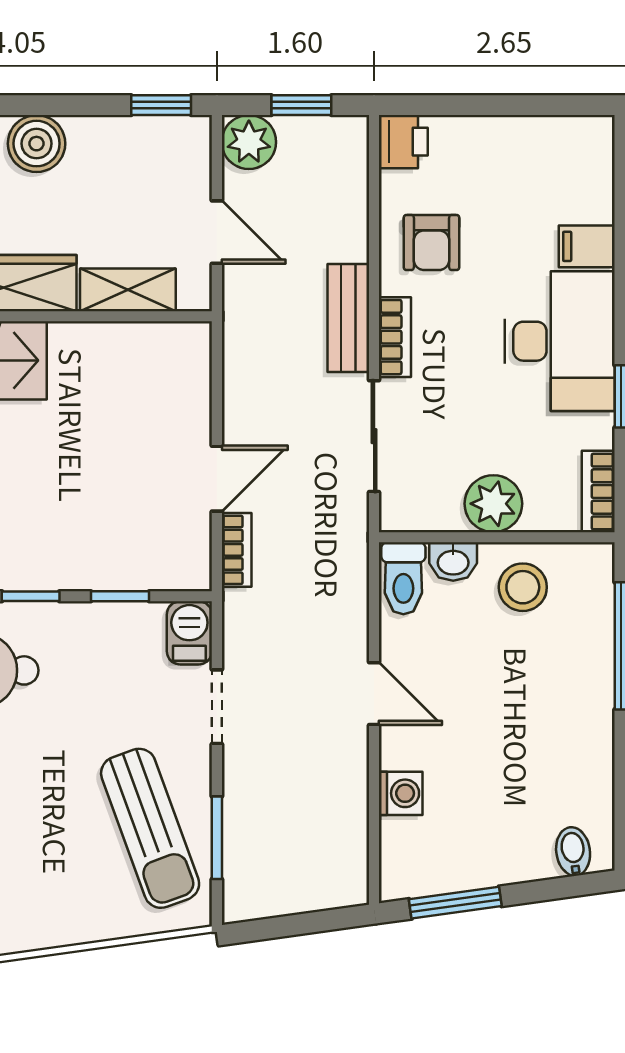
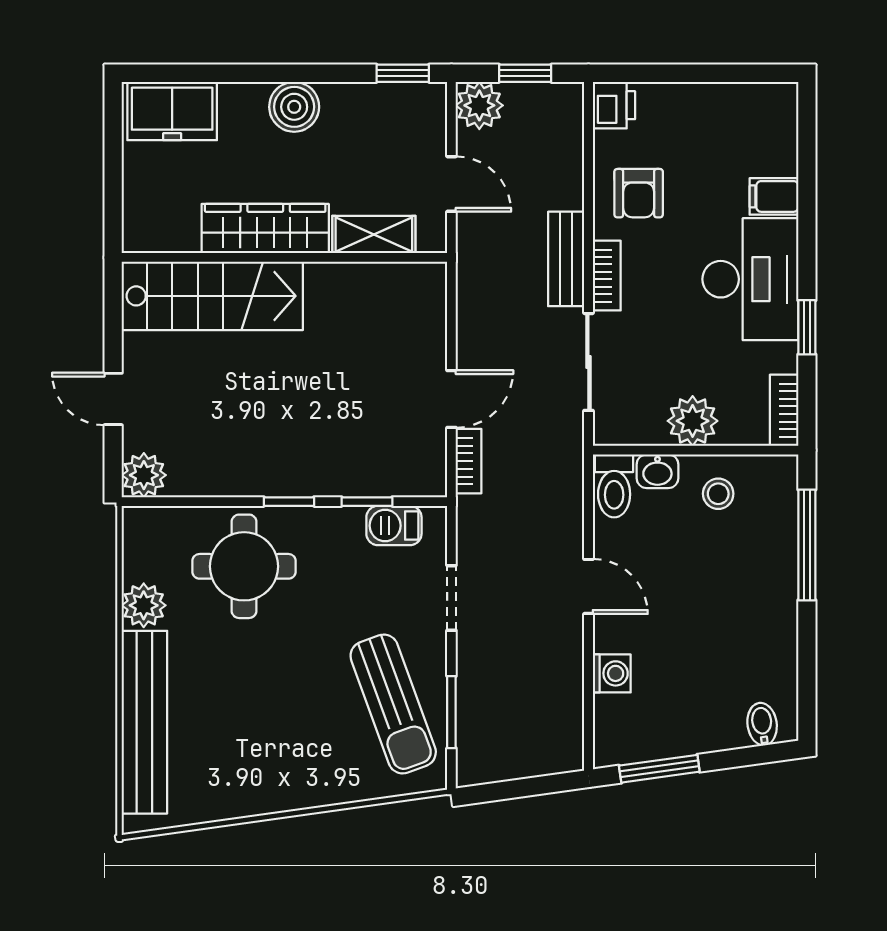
stool: (523, 587) -> (718, 494), width x0.73, depth x0.73
barbecue: (189, 633) -> (394, 526), moved, turned -90

